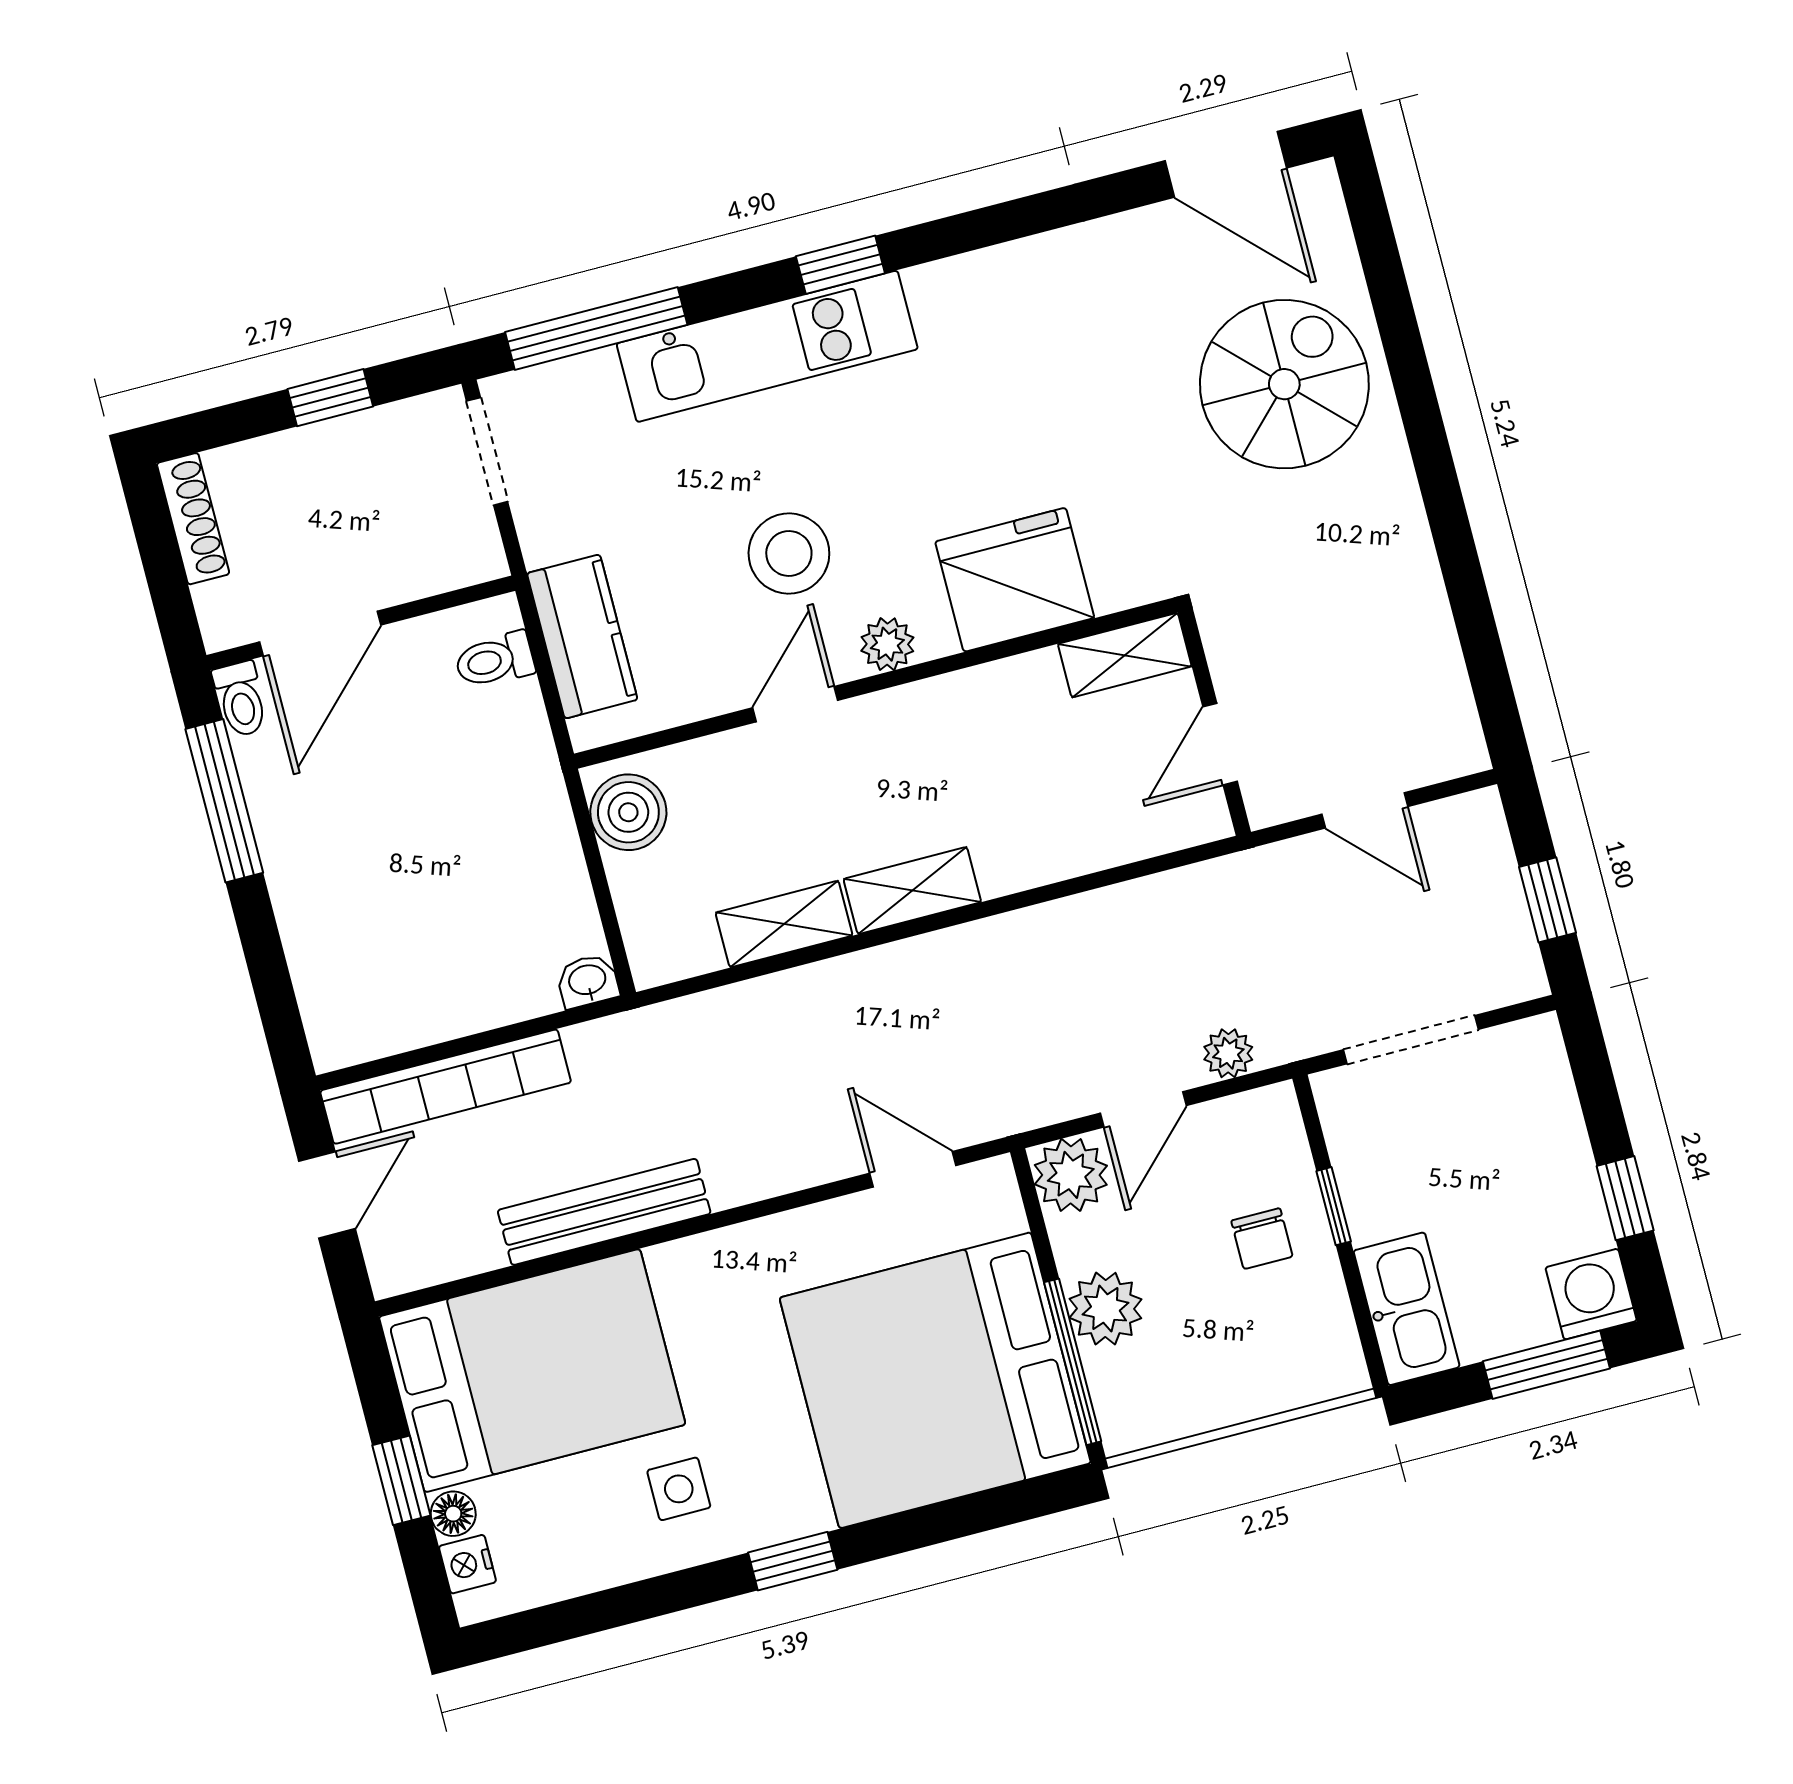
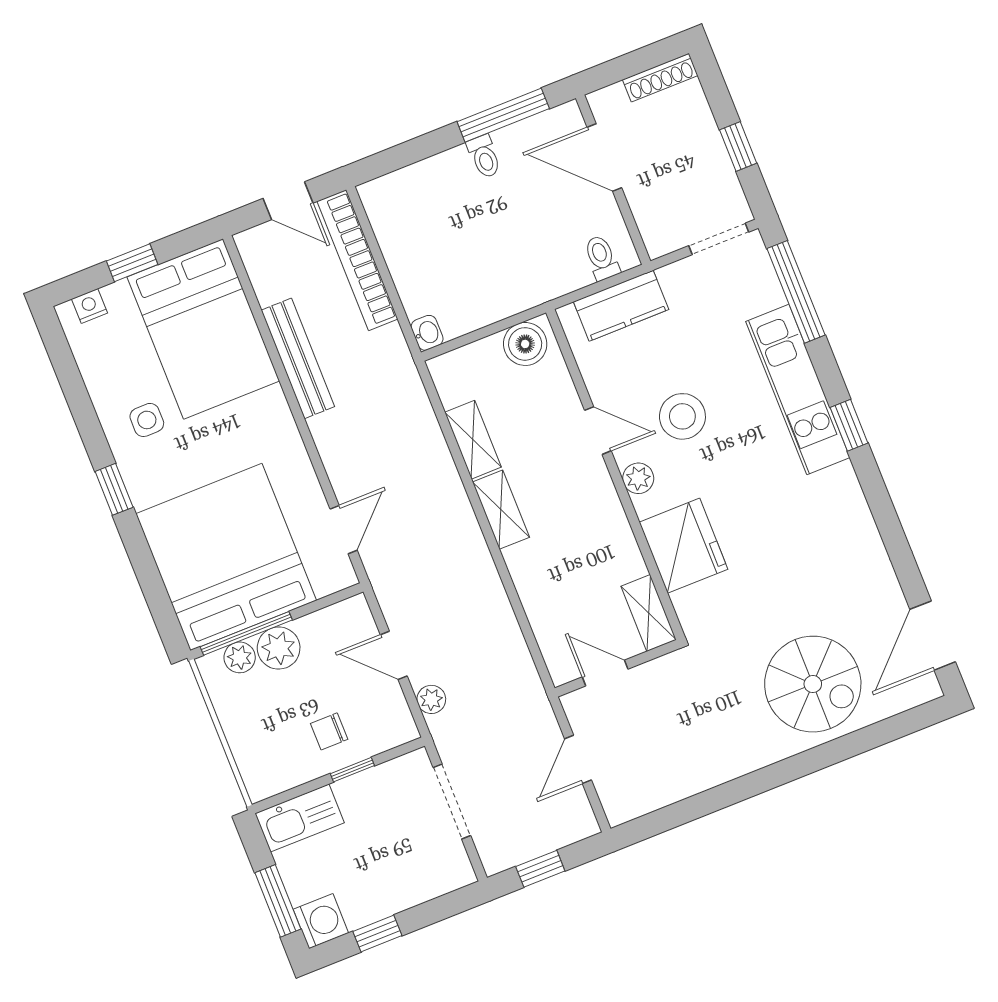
toilet: (241, 699) -> (484, 156), moved, turned -90
plant: (1071, 1175) -> (240, 657), moved, width x0.73, depth x0.73
floor lamp: (453, 1514) -> (117, 294), removed

